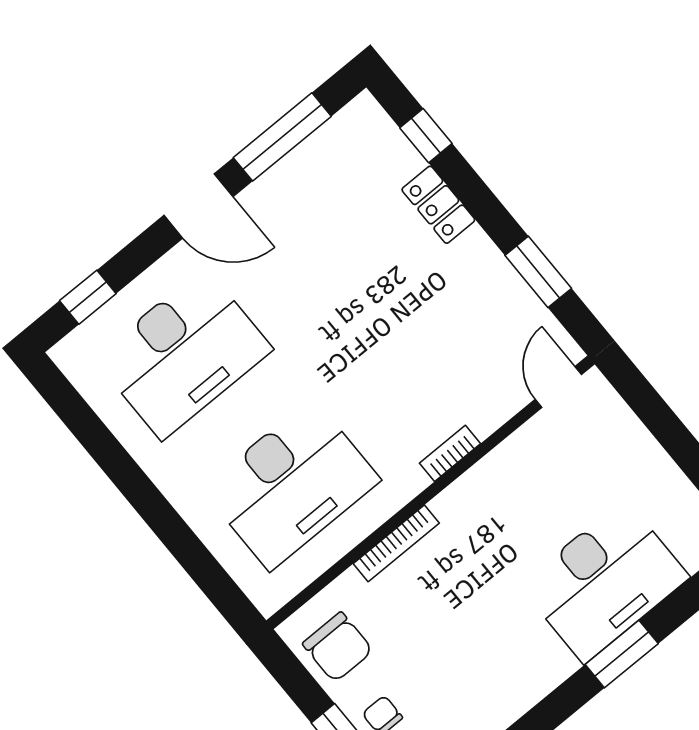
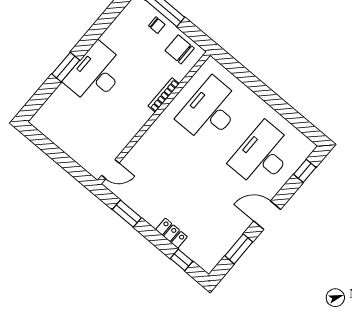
window: (282, 137) -> (239, 249), width x0.69
door: (558, 387) -> (110, 169), hinge flipped
bookcase: (450, 453) -> (149, 135), removed
desk: (604, 581) -> (96, 74), moved

